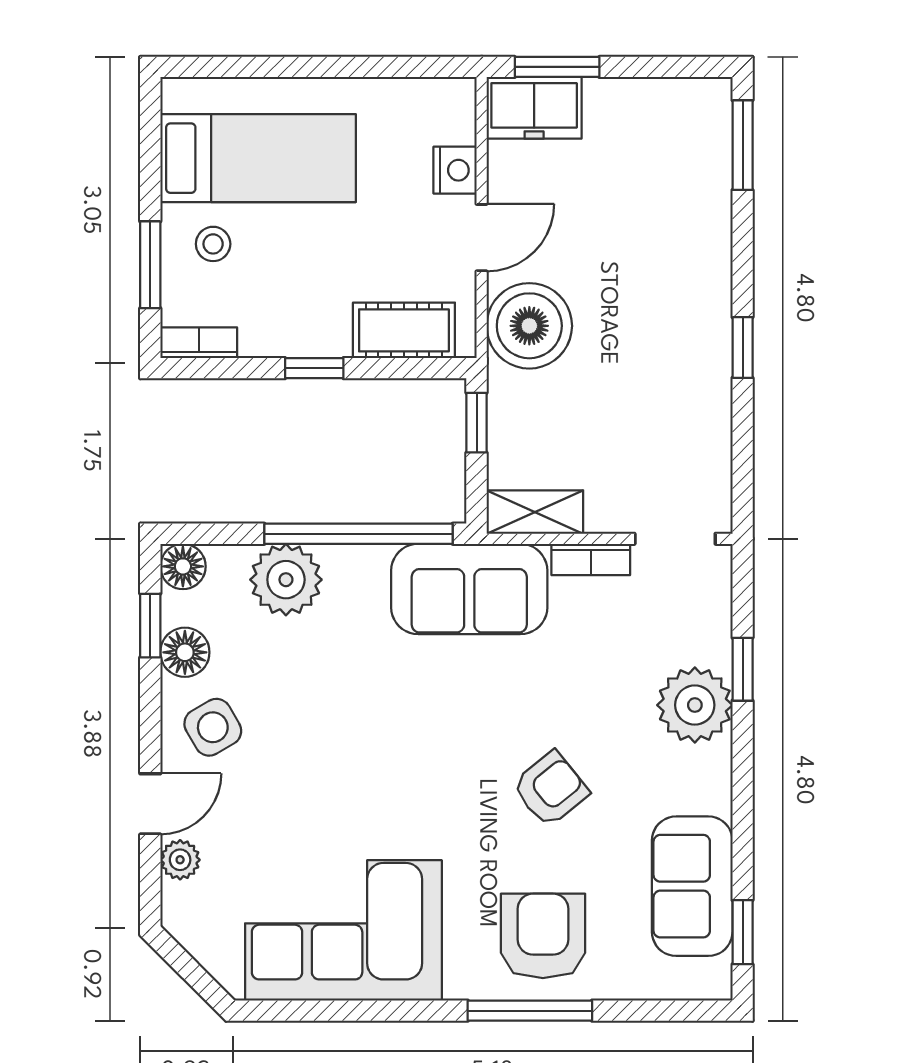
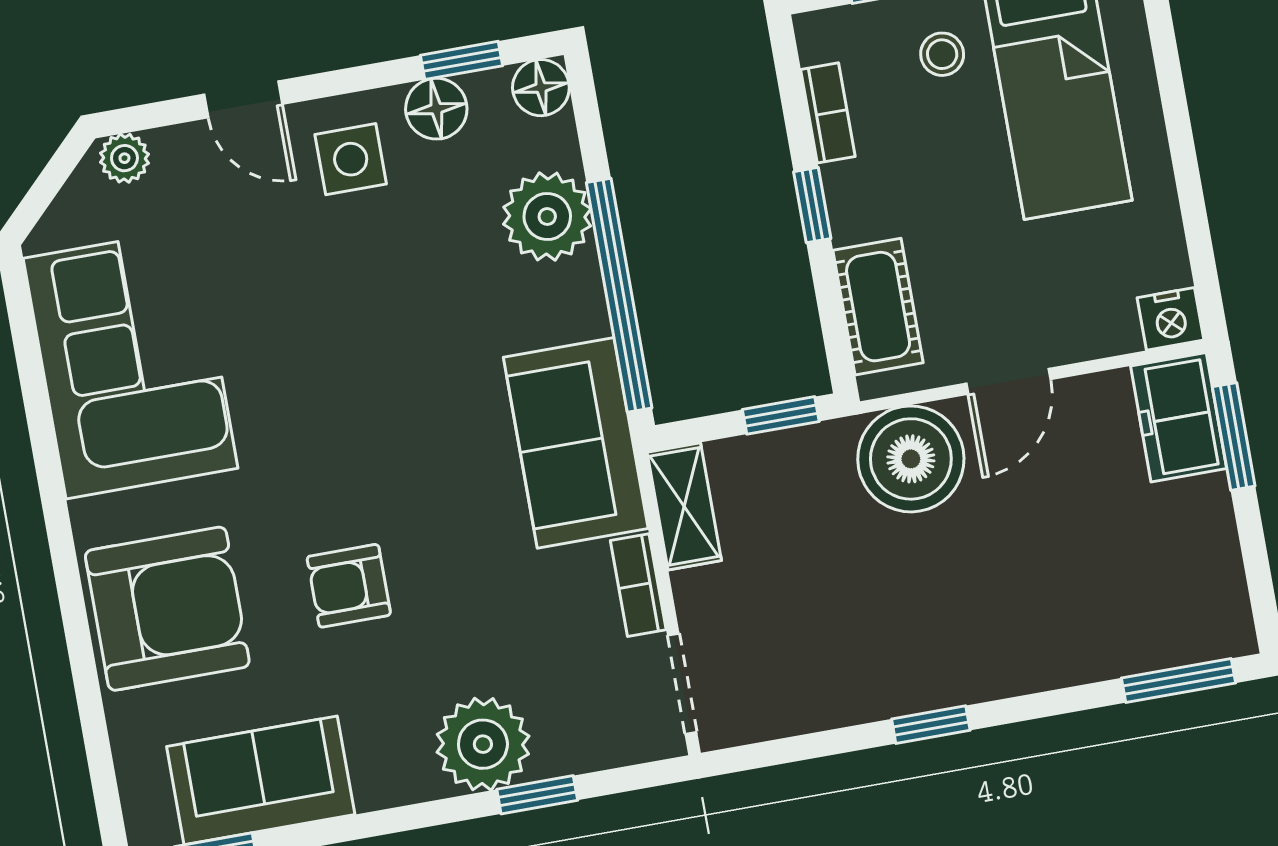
nightstand: (455, 170) -> (1170, 319), moved
door: (482, 238) -> (1008, 381), hinge flipped
bookcase: (199, 343) -> (828, 113), moved
side table: (213, 727) -> (351, 159), turned 30
armchair: (550, 789) -> (349, 586), turned 129
plant: (180, 860) -> (124, 158), moved
armchair: (543, 936) -> (167, 609), width x1.36, depth x1.36
window: (530, 1011) -> (73, 609), removed

